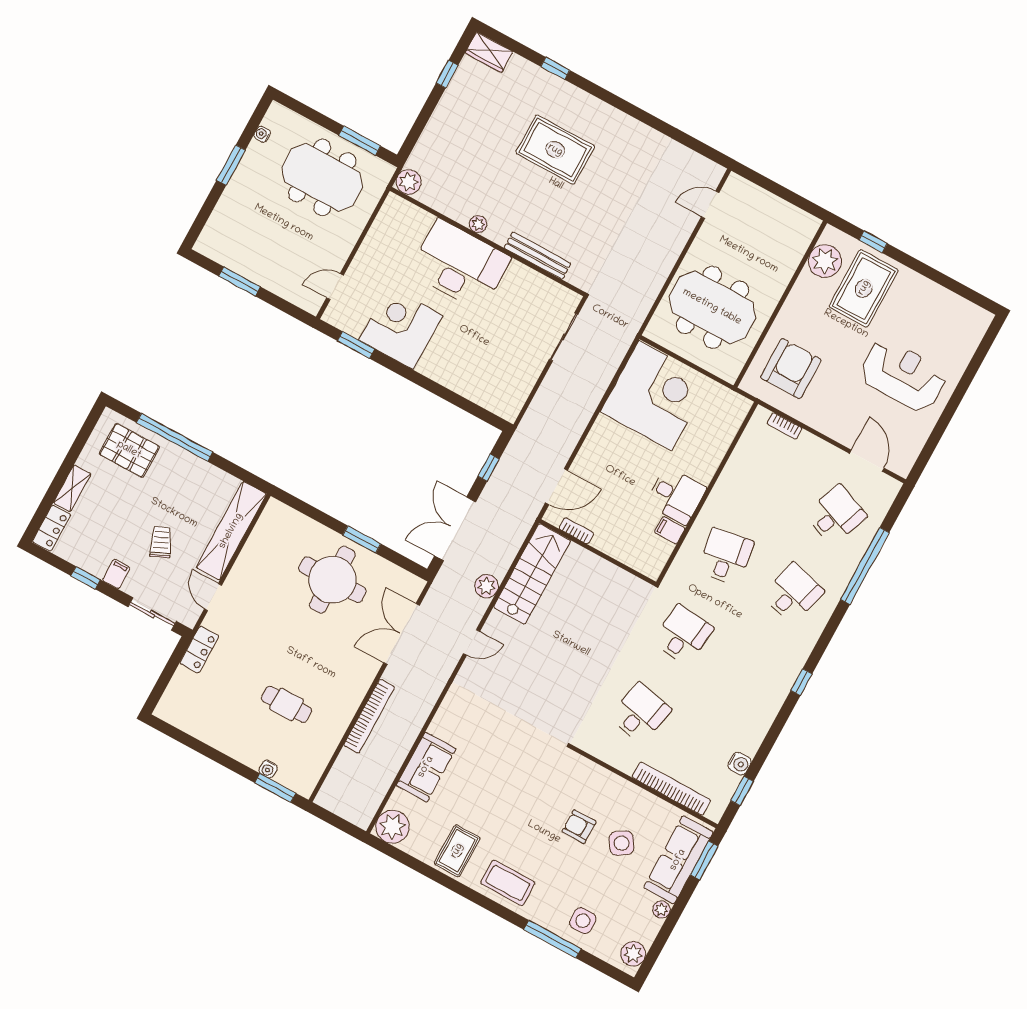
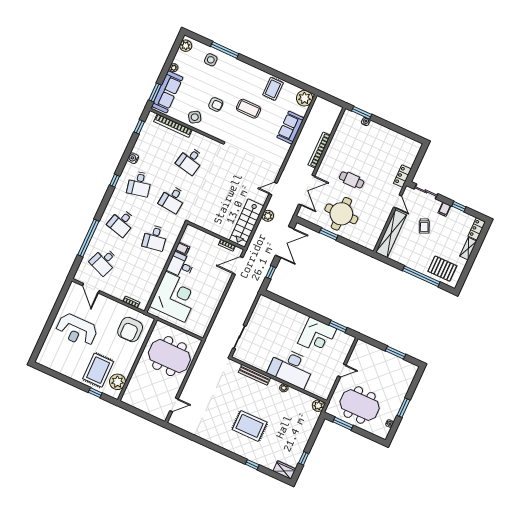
door: (335, 287) -> (342, 371), moved
corner desk: (655, 396) -> (175, 297), moved, turned 180
desk: (750, 672) -> (139, 184), added
cafe table: (287, 704) -> (352, 180), moved
water cooler: (739, 764) -> (133, 158), moved
side table: (621, 843) -> (195, 117), moved
coffee table: (508, 883) -> (248, 109), moved

